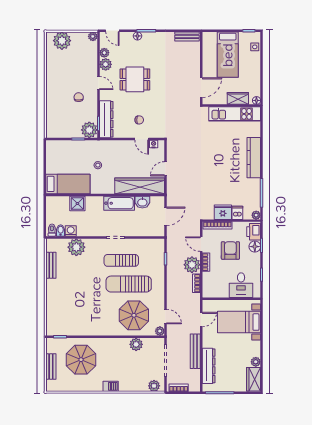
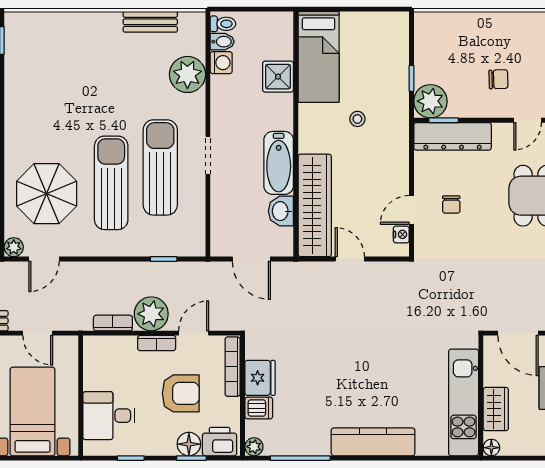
sun lounger: (121, 260) -> (160, 167), width x1.36, depth x1.34

